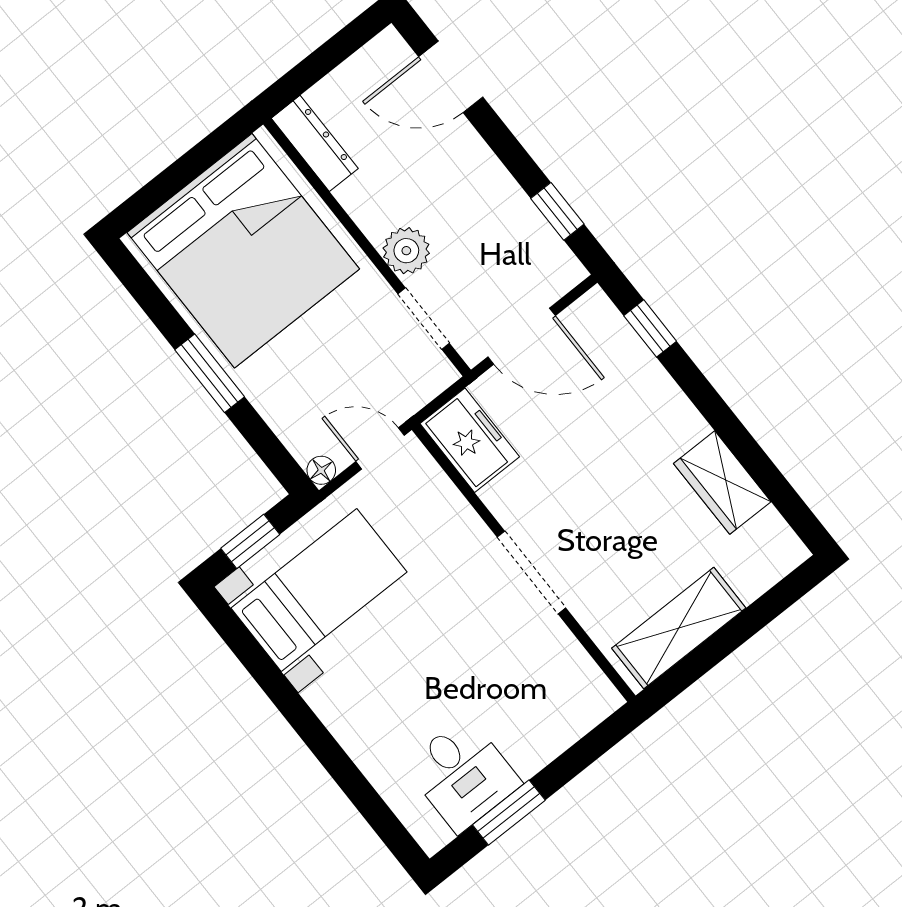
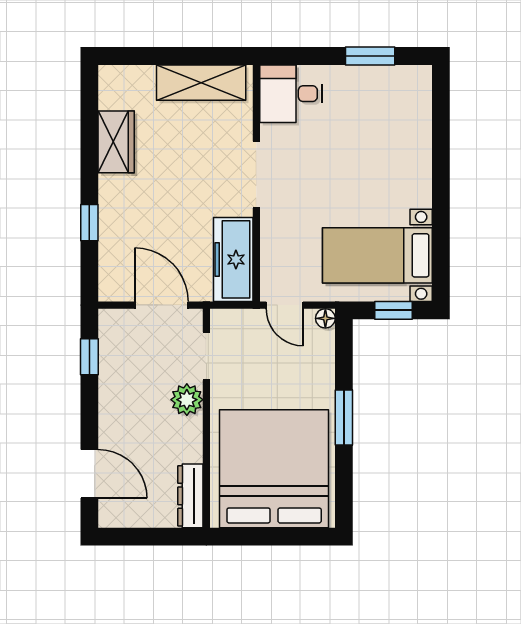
window: (650, 328) -> (89, 223), moved
freezer: (470, 440) -> (233, 259), width x1.40
desk: (463, 774) -> (291, 94), moved, turned -90

